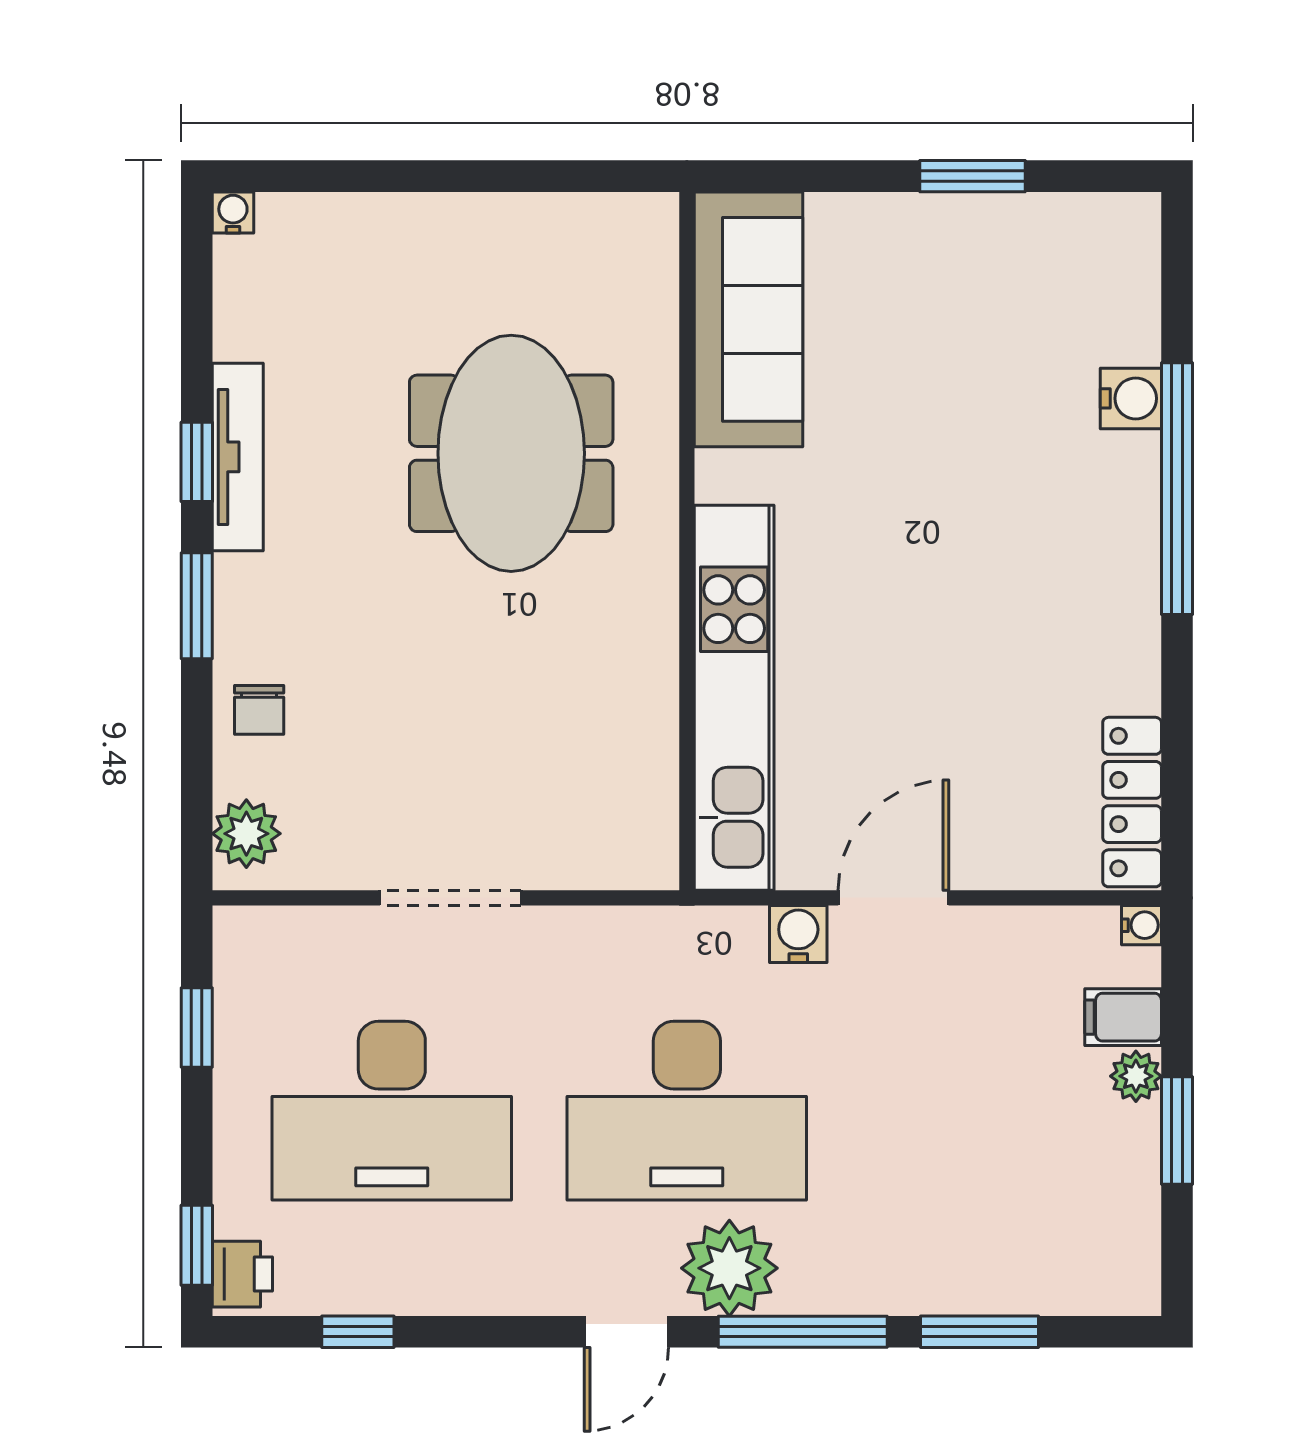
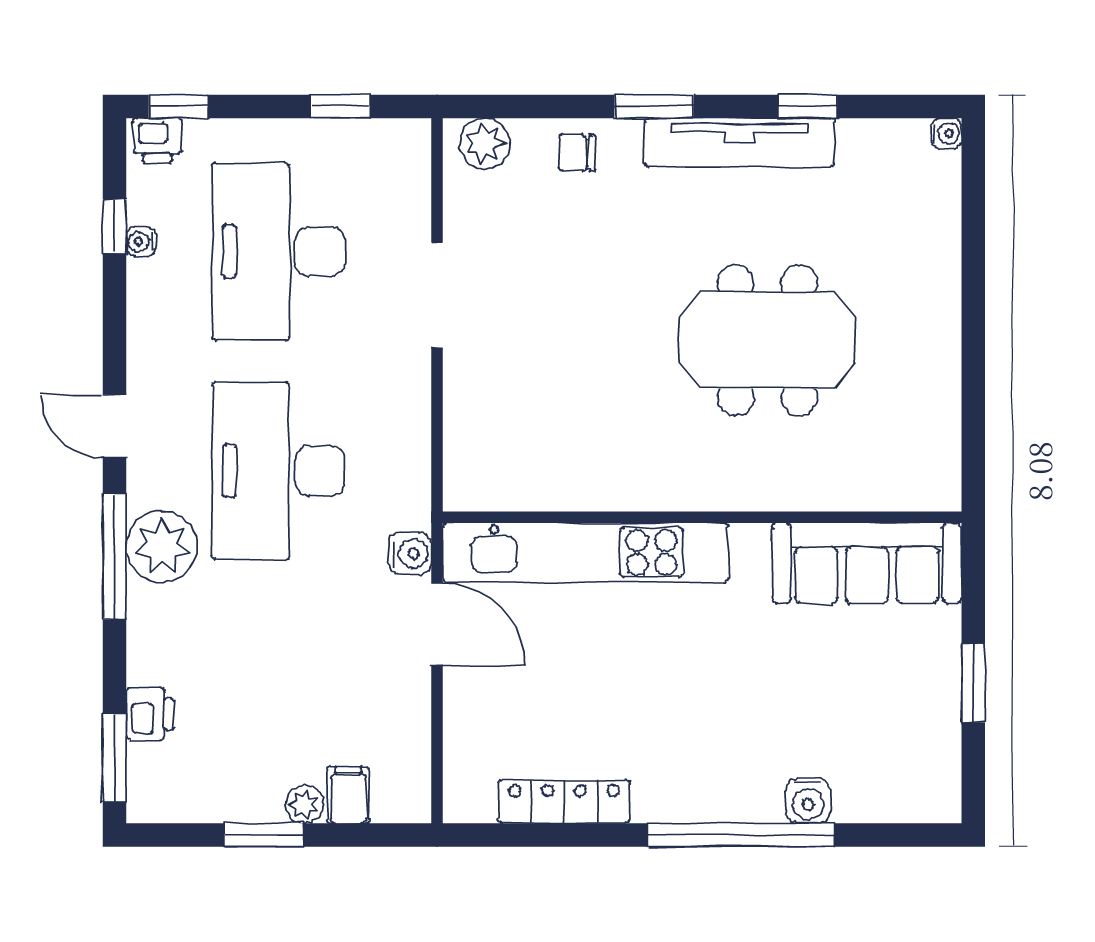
sofa: (749, 319) -> (867, 563), moved
tv unit: (238, 457) -> (739, 142), width x1.36, depth x1.29
window: (197, 462) -> (808, 106), moved
wall: (687, 541) -> (702, 517), moved
kitchen unit: (734, 698) -> (586, 552), moved
locker: (1132, 802) -> (564, 802), moved
water cooler: (1141, 925) -> (141, 242), moved, turned 90
plant: (729, 1268) -> (162, 547), moved
printer: (1014, 1284) -> (150, 714), added
window: (979, 1332) -> (115, 758), moved

